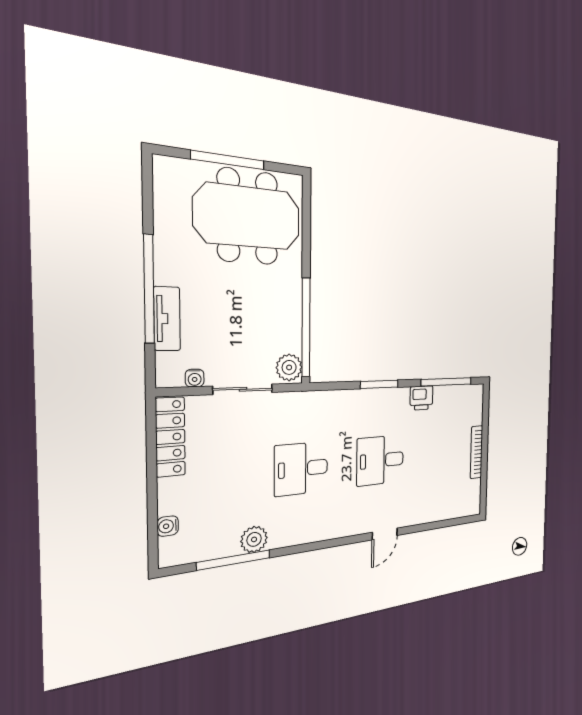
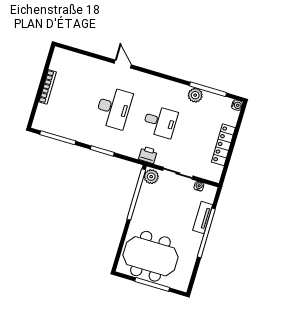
printer: (422, 398) -> (148, 155), moved
locker: (170, 437) -> (223, 145), moved
desk: (380, 460) -> (114, 108), width x1.37
water cooler: (168, 526) -> (237, 105), moved
door: (385, 534) -> (123, 64), hinge flipped

